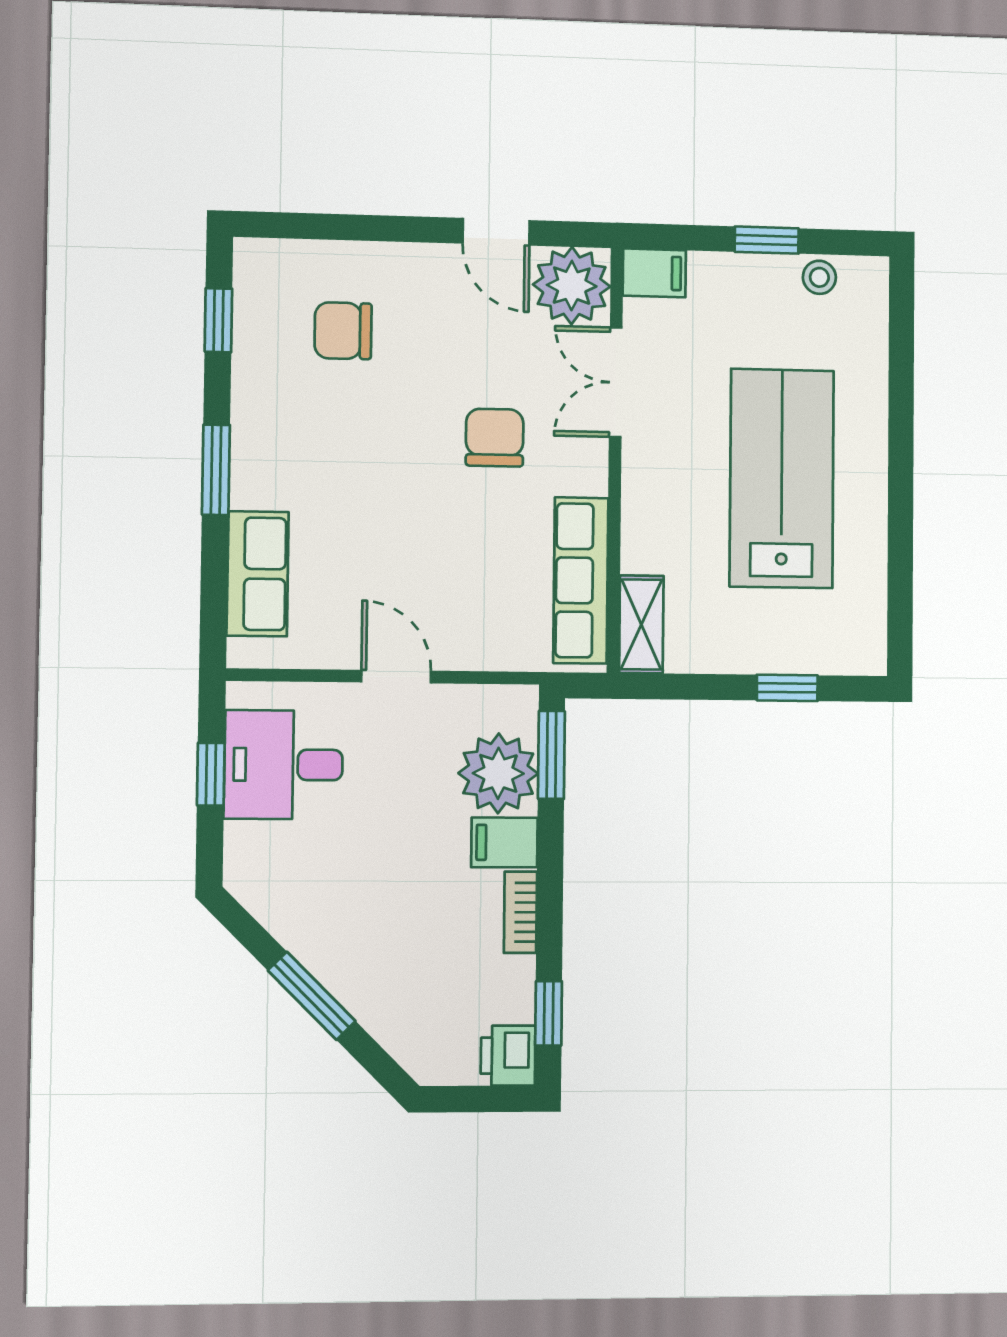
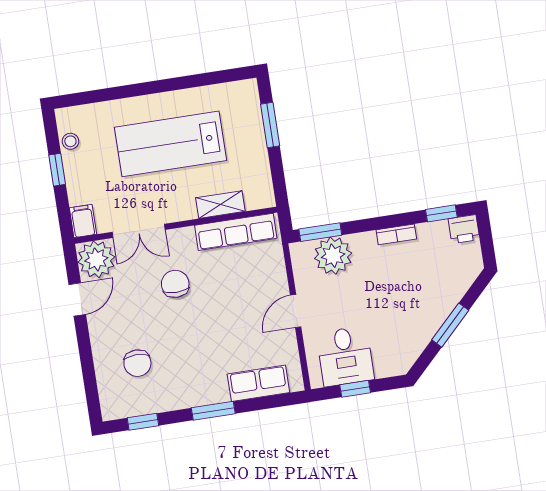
chair: (495, 438) -> (175, 284), turned 90
shelving: (641, 624) -> (220, 205), moved
window: (787, 688) -> (270, 125), width x1.50
filing cabinet: (504, 842) -> (365, 247), removed

